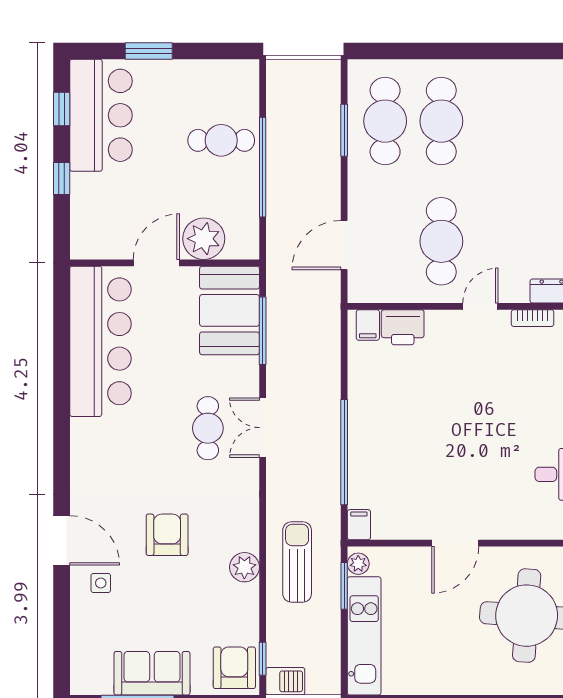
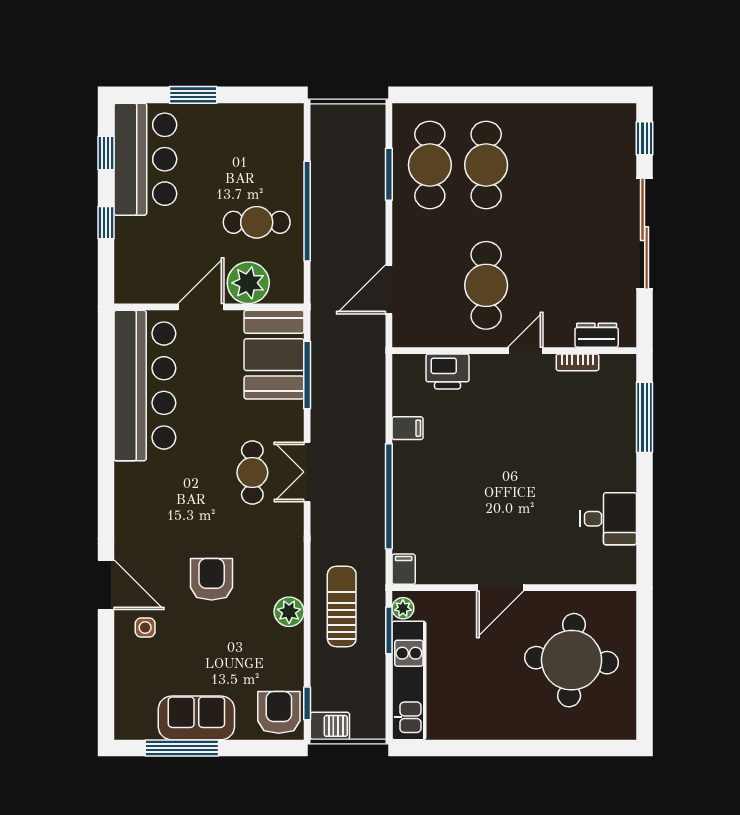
cafe table: (221, 140) -> (257, 222), moved
filing cabinet: (368, 325) -> (408, 428), moved, turned -90

